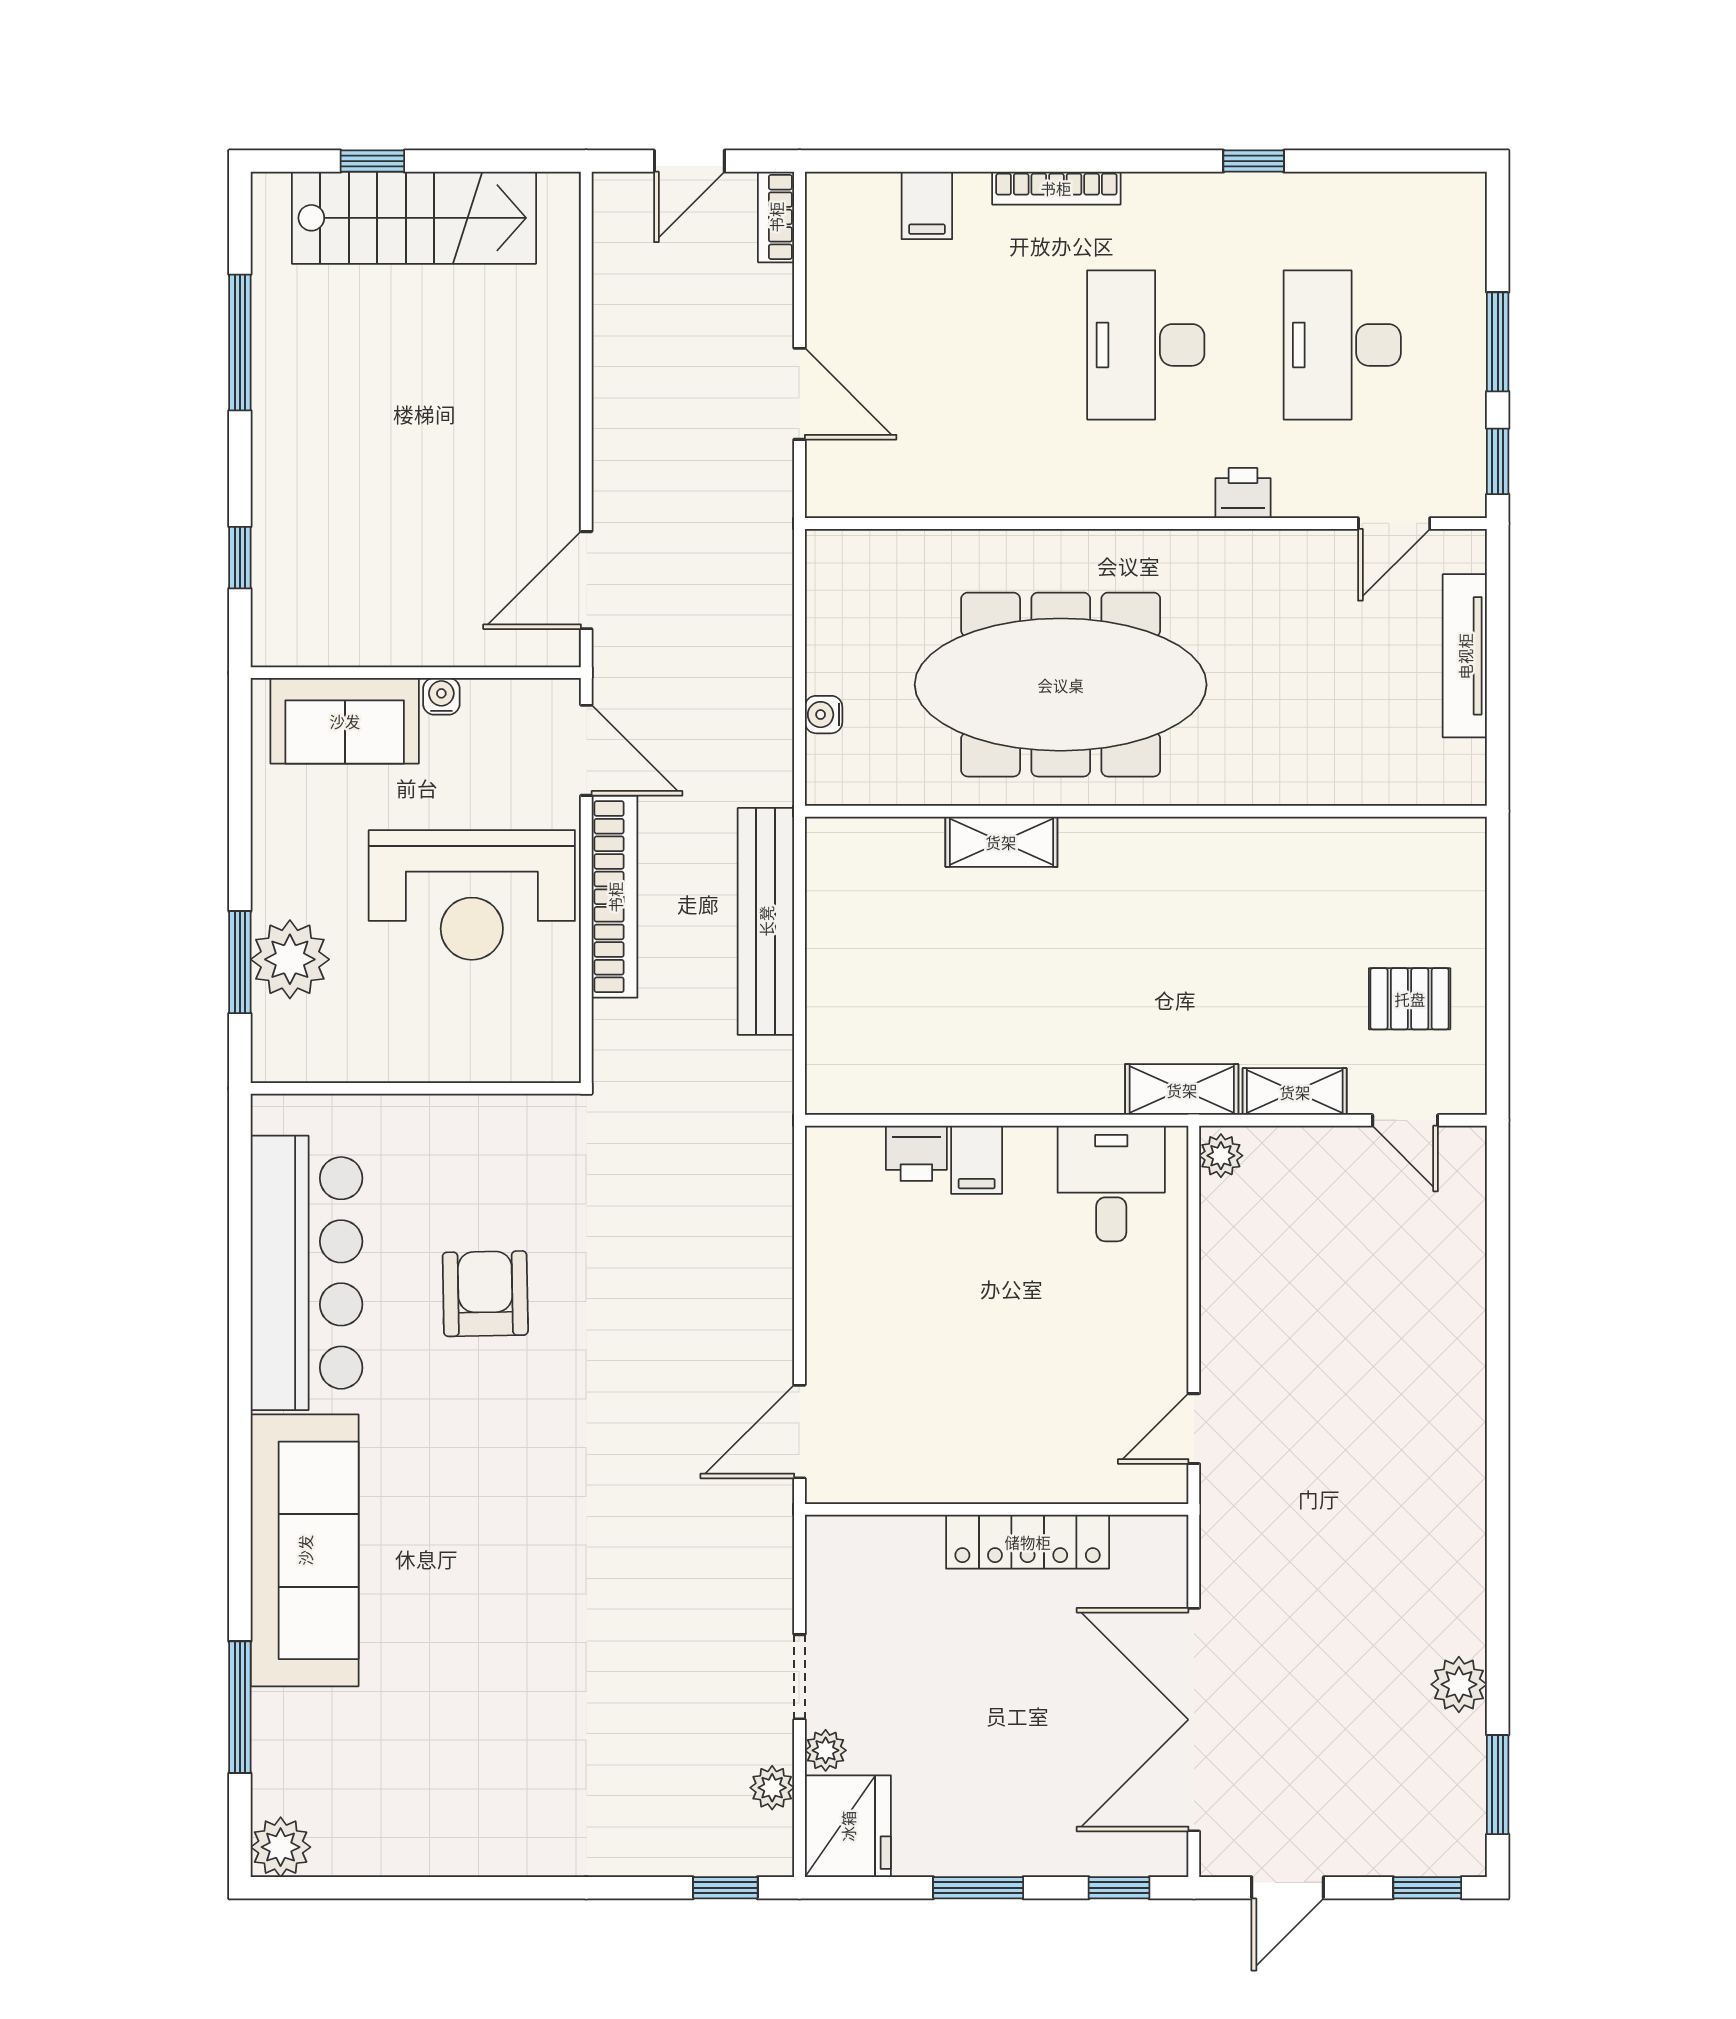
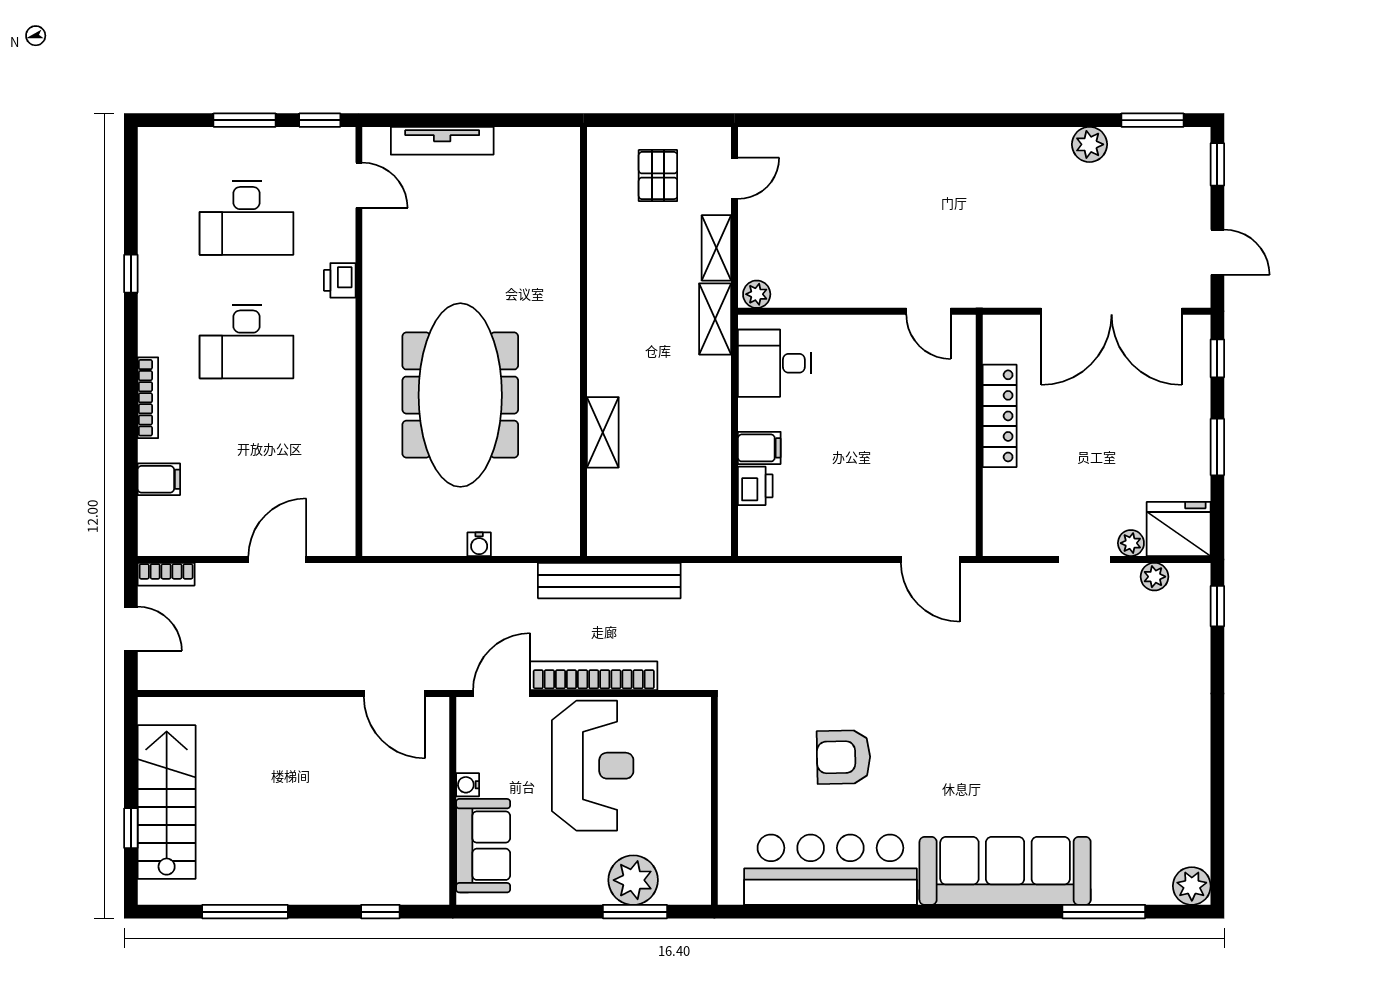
wall: (1146, 811) -> (584, 341), moved
shelving: (1001, 842) -> (603, 432), moved

